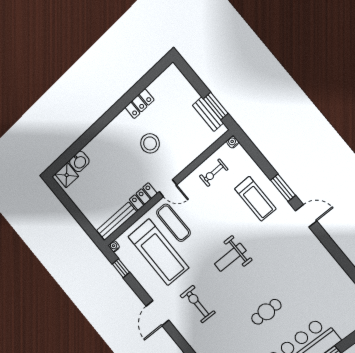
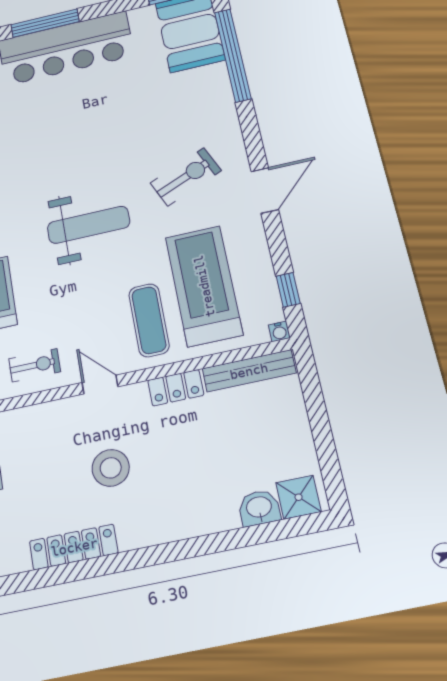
locker: (139, 104) -> (74, 547), width x1.53
door: (168, 188) -> (100, 385), moved
weight bench: (230, 257) -> (89, 225), width x1.36, depth x1.33
exercise bike: (198, 304) -> (186, 177), turned -113
cafe table: (266, 312) -> (83, 122), removed

